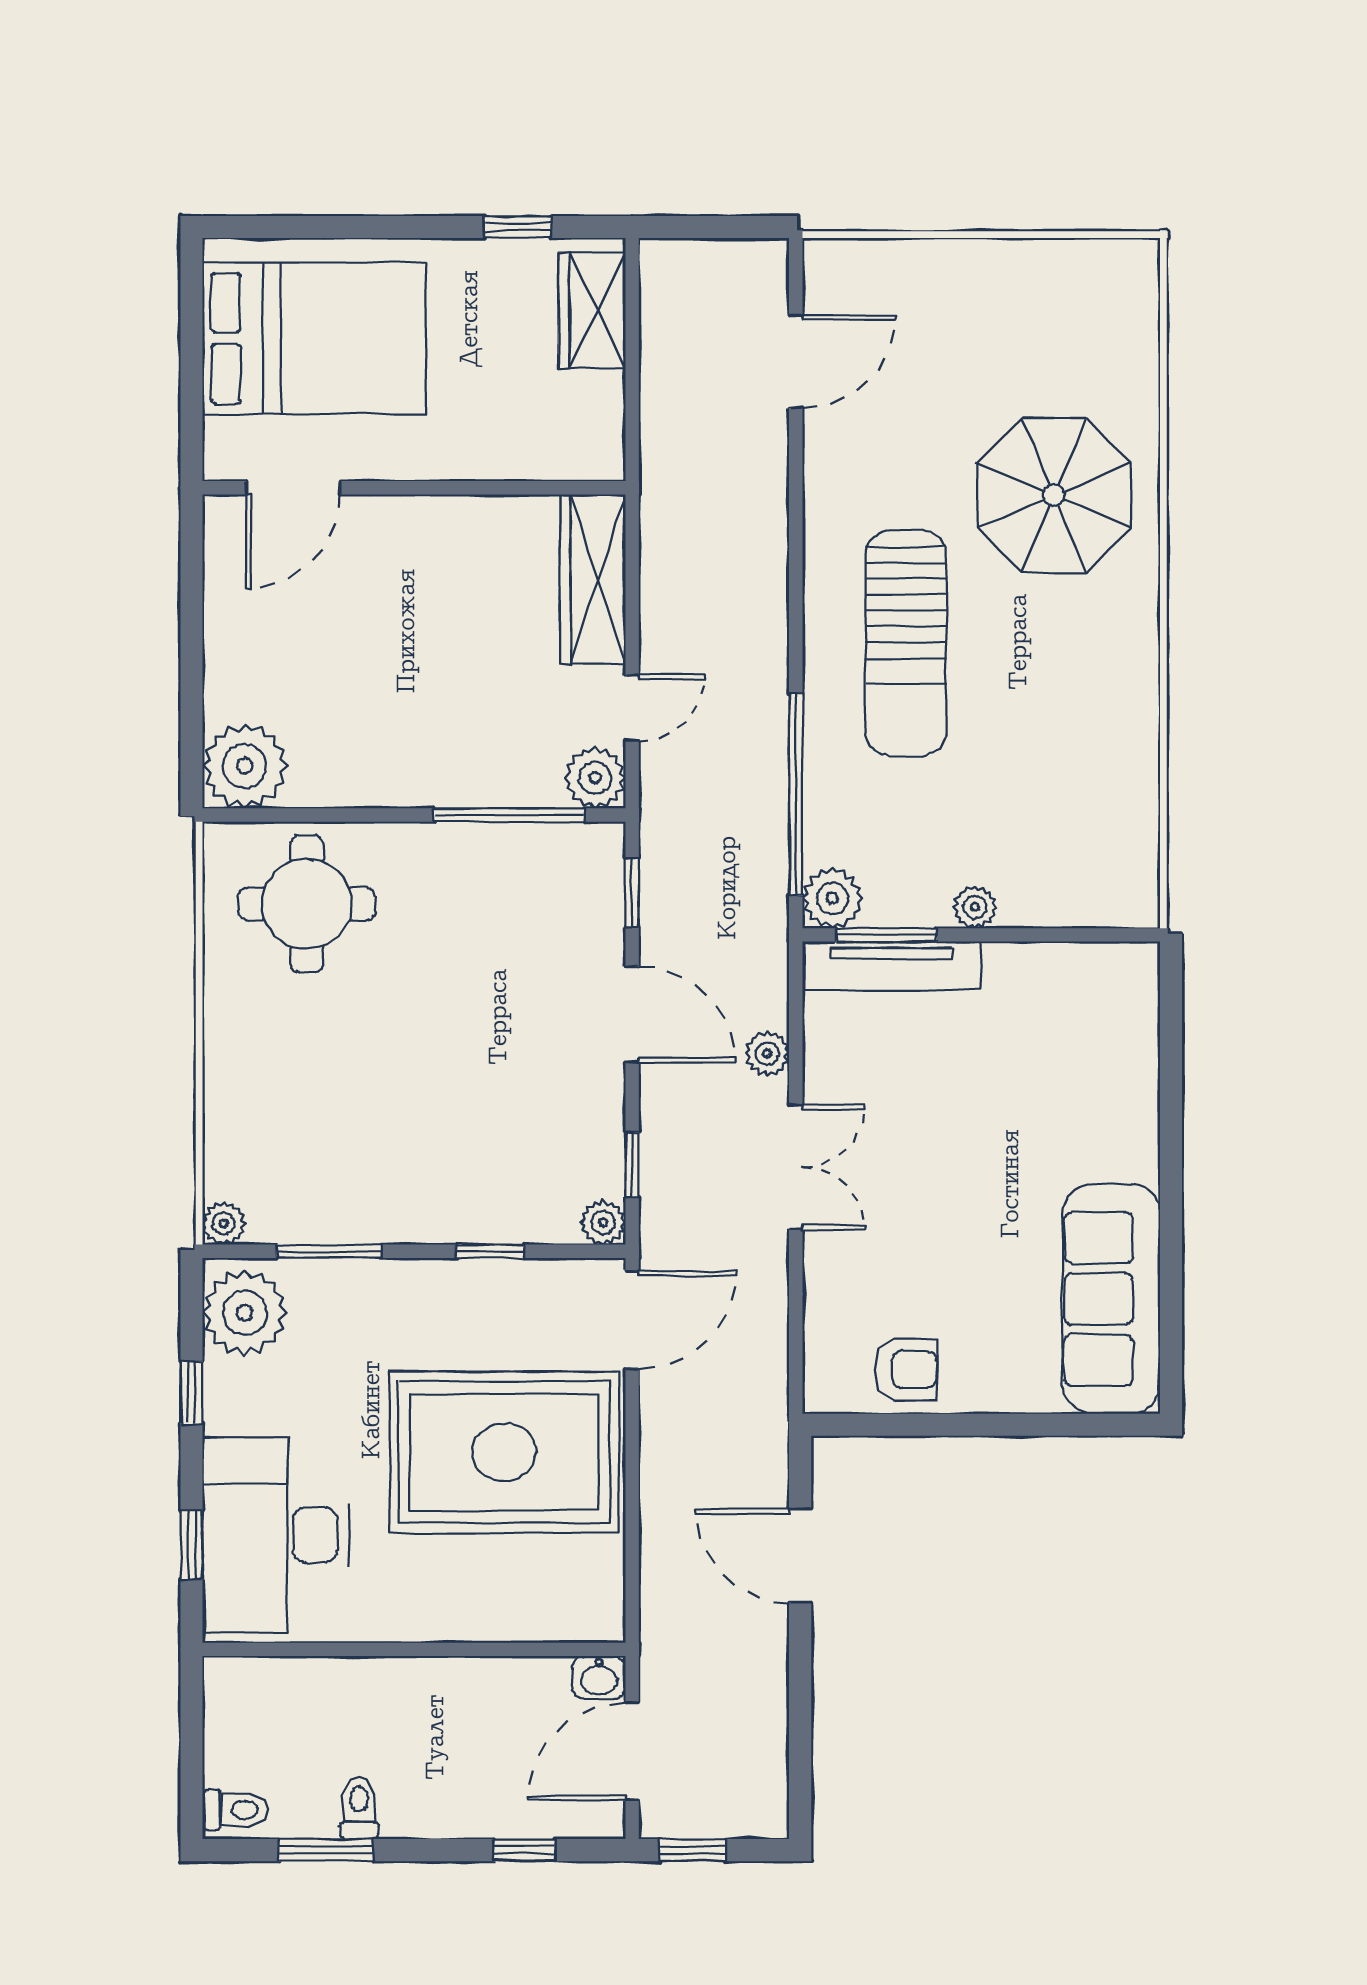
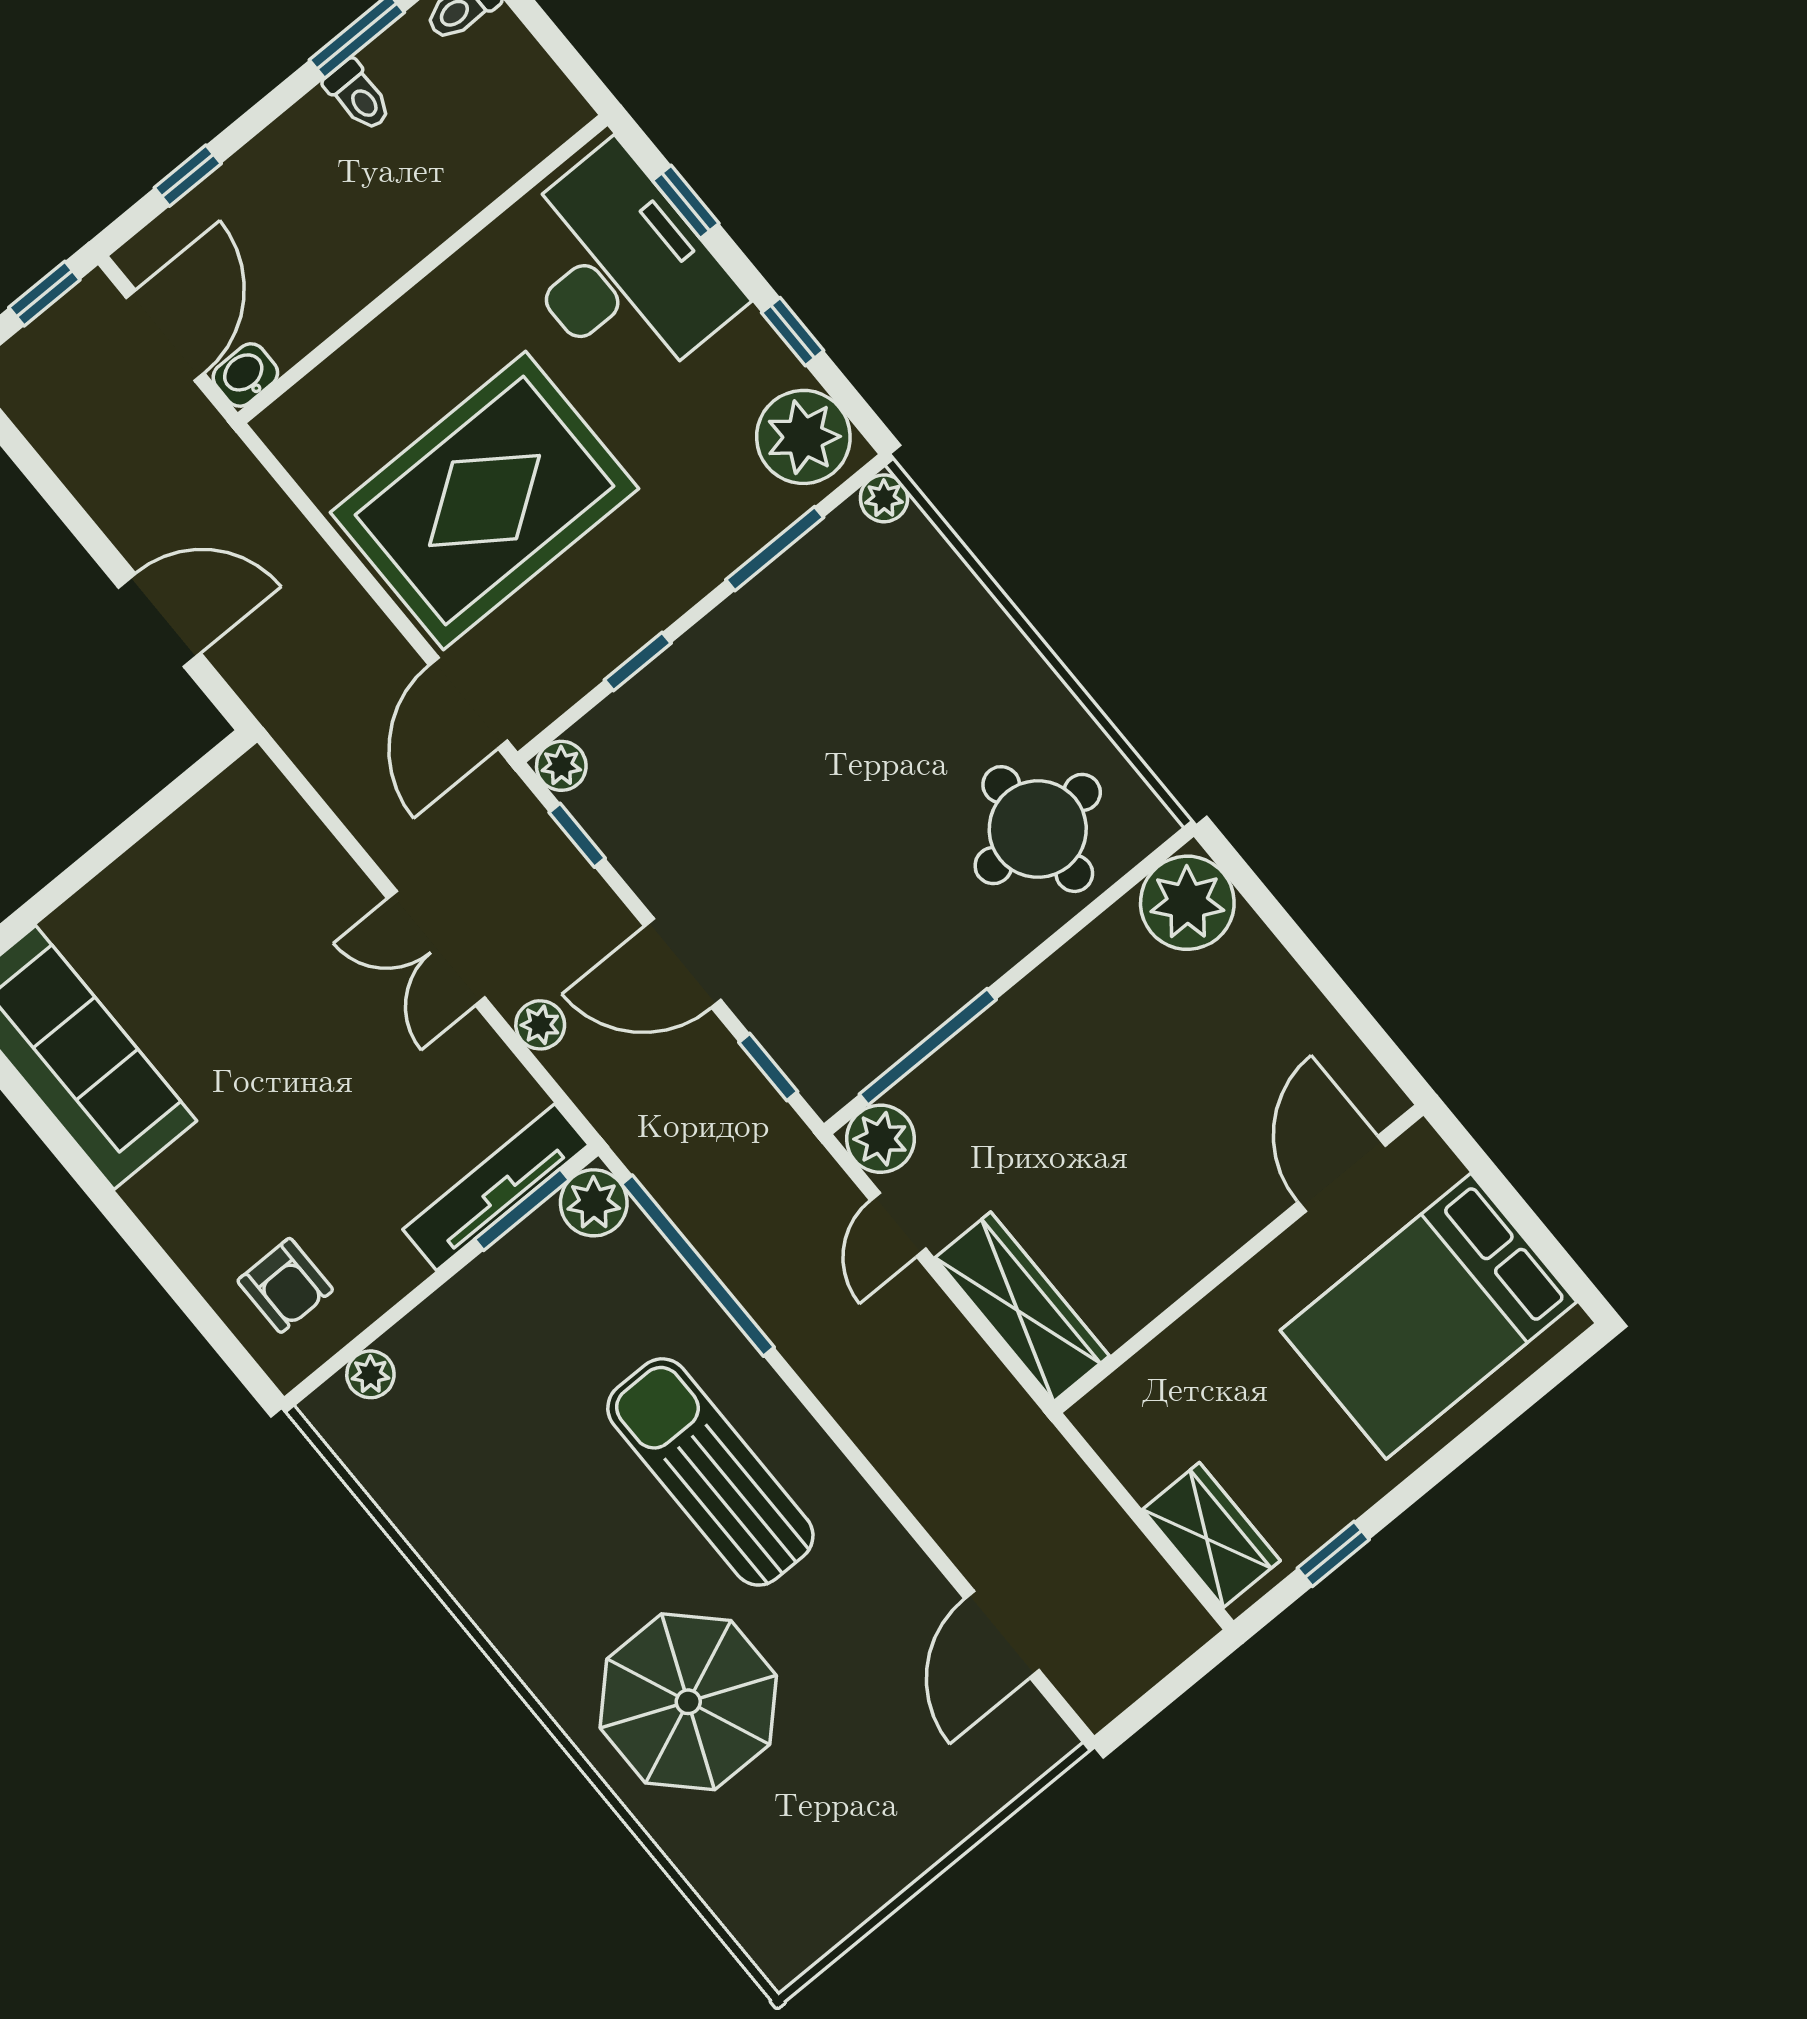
plant: (975, 907) -> (370, 1374), moved
armchair: (906, 1369) -> (285, 1285), moved, turned -90

